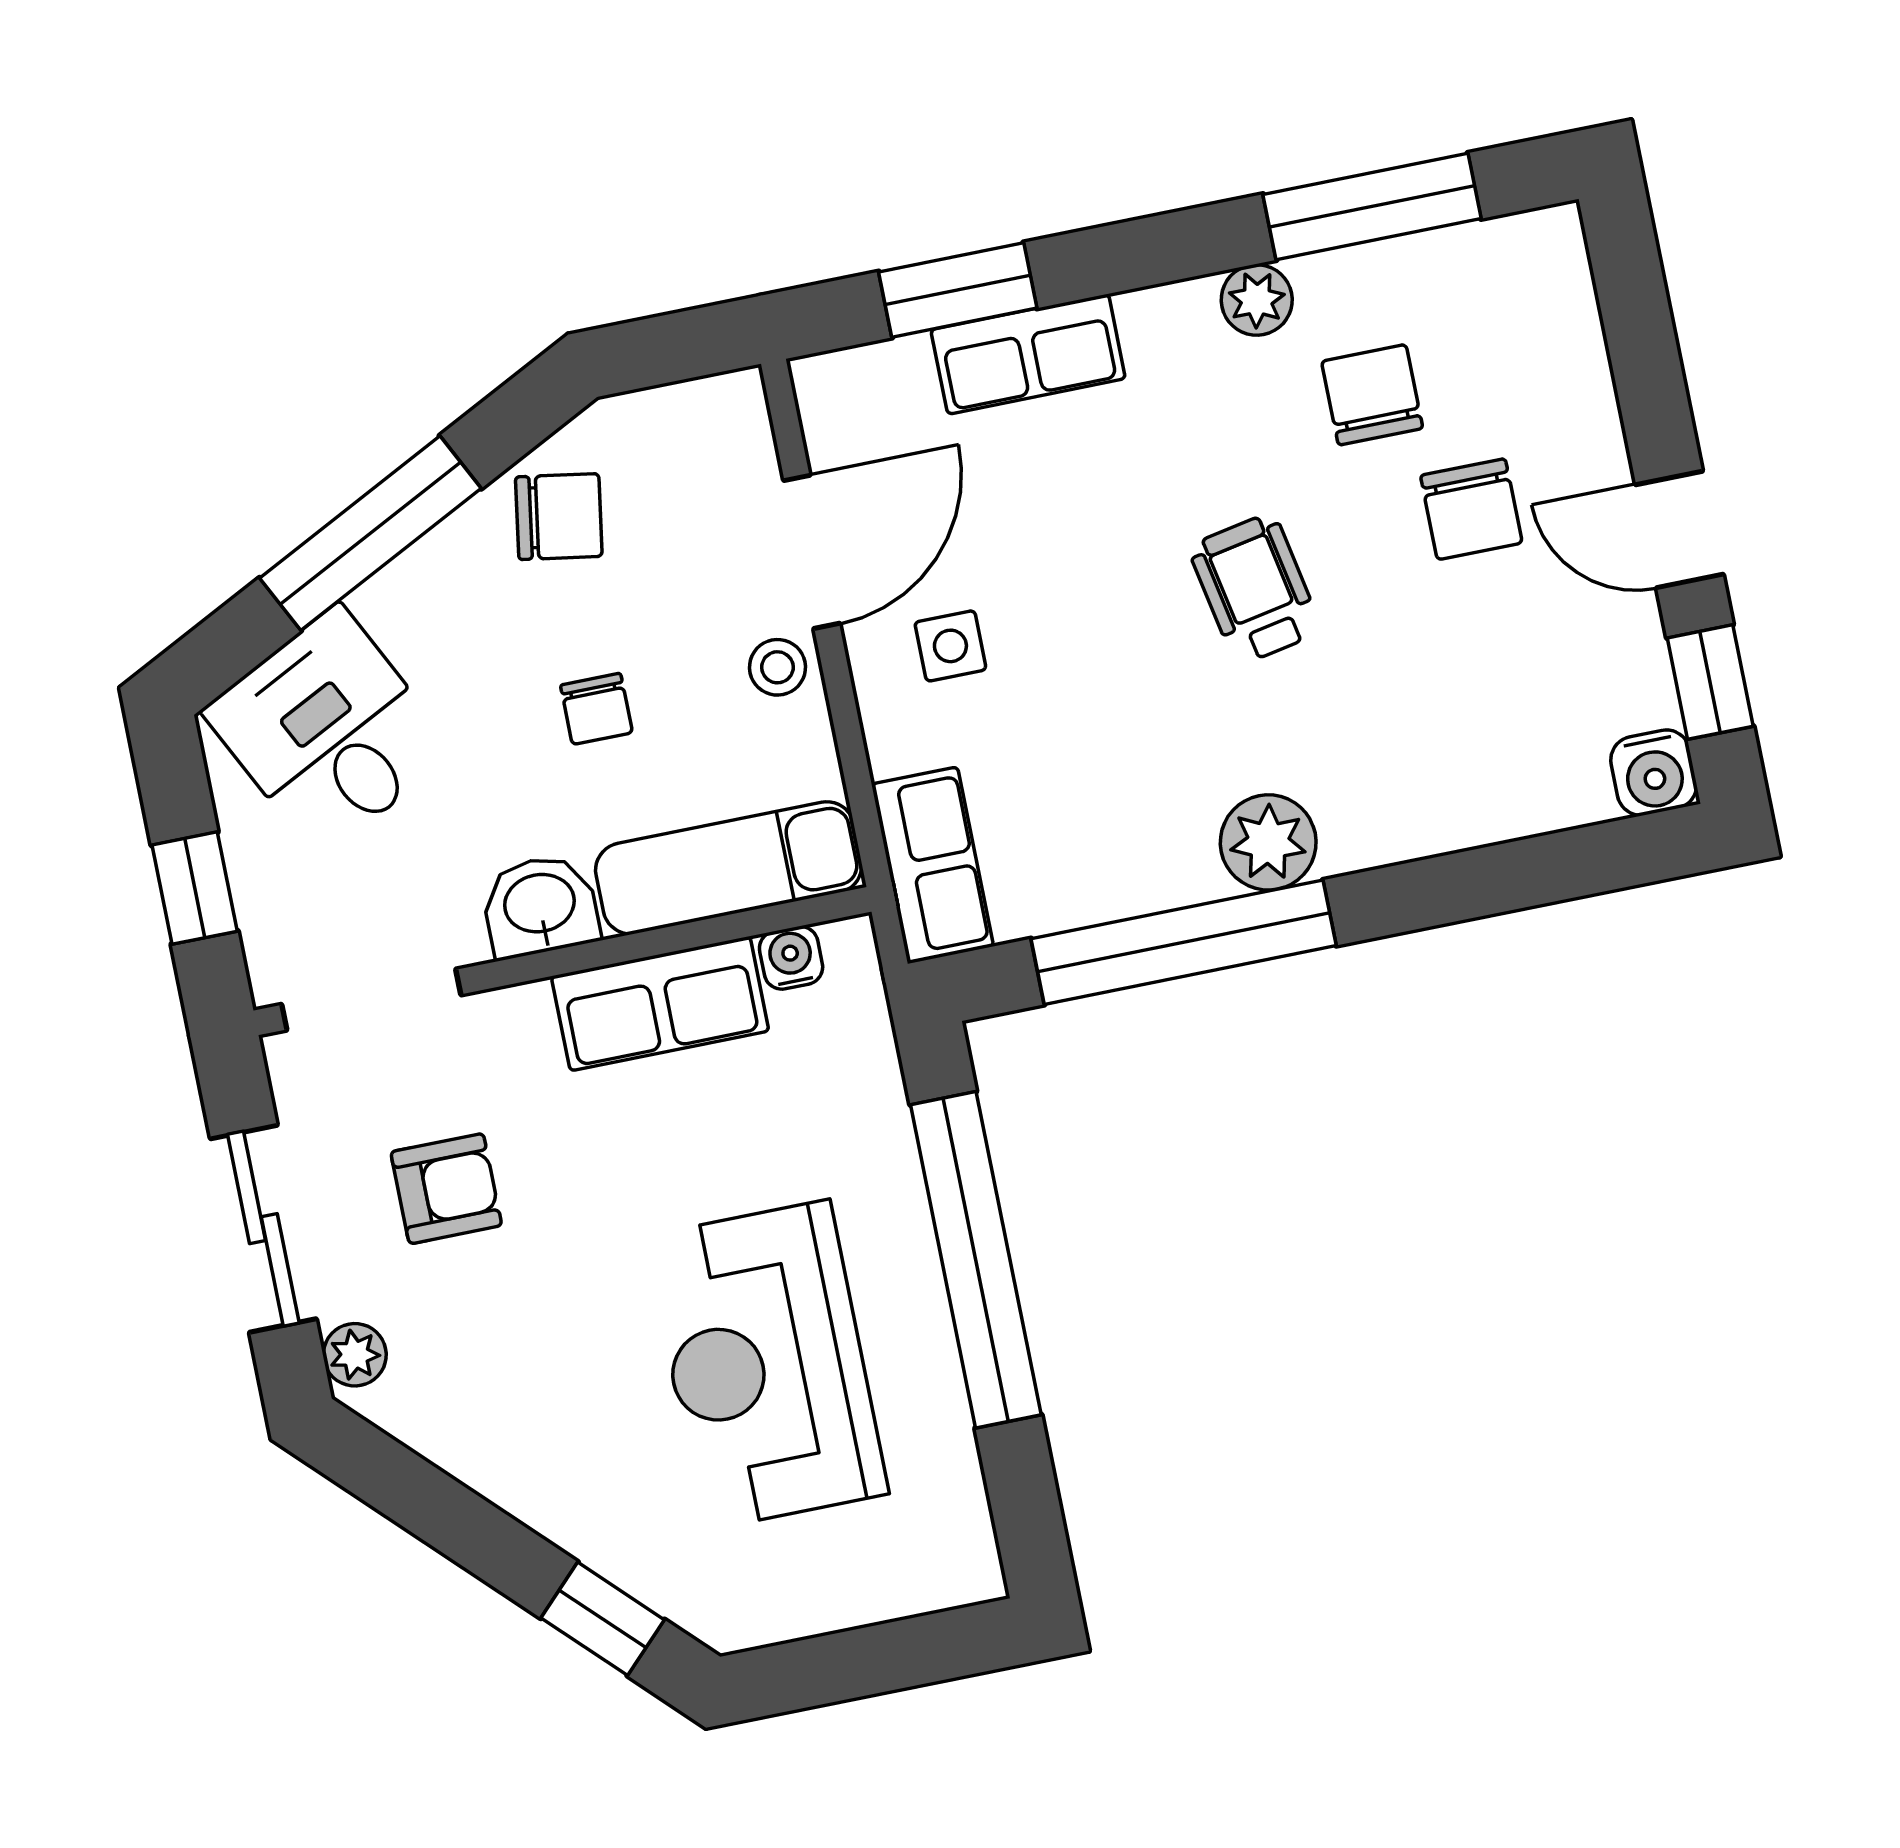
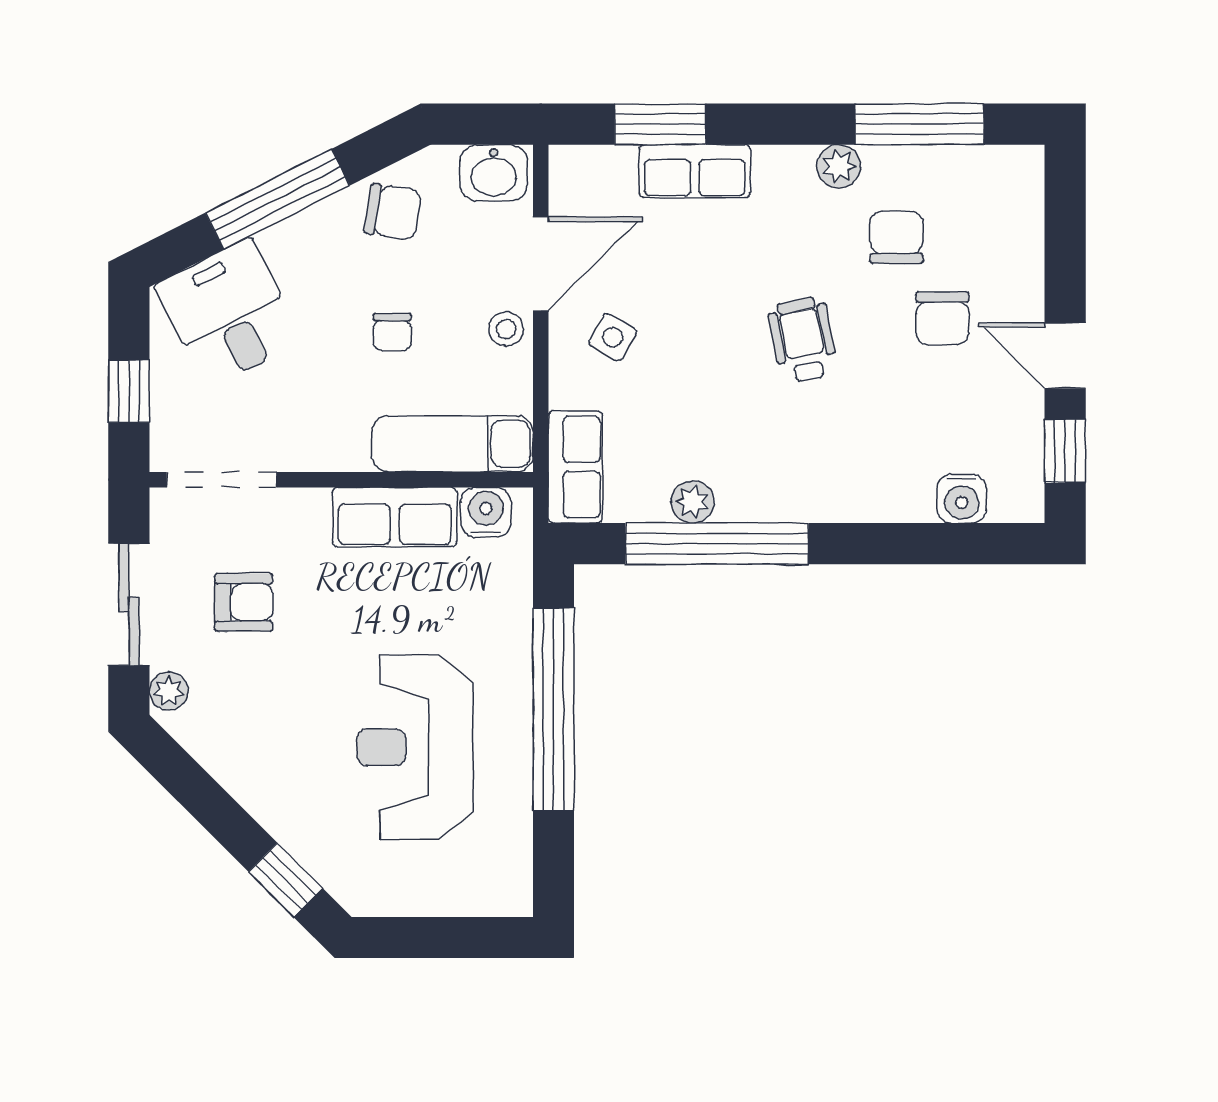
side table: (950, 646) -> (613, 337), turned 30
water cooler: (1654, 773) -> (962, 499), moved
plant: (1268, 842) -> (693, 502), moved, width x0.73, depth x0.73
washbasin: (540, 906) -> (494, 173), moved, turned 180
water cooler: (791, 958) -> (486, 512), width x1.38, depth x1.38

